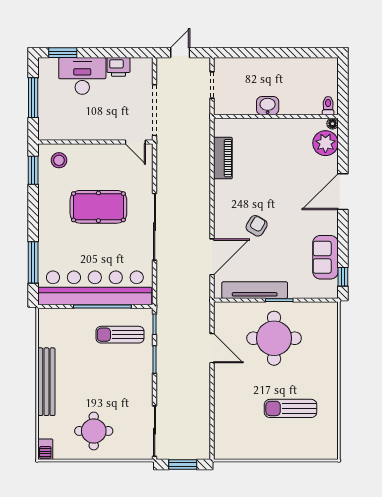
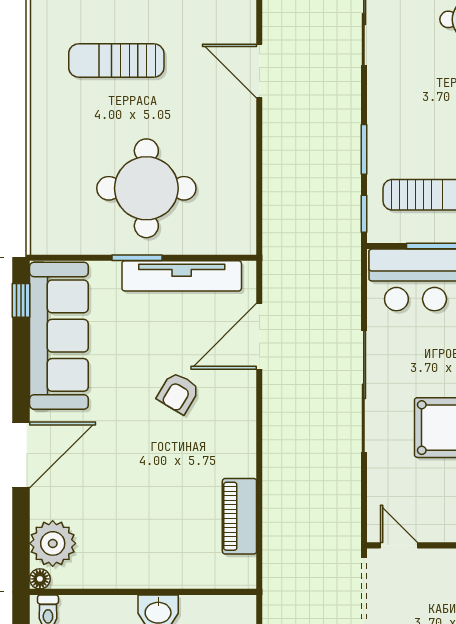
sofa: (325, 257) -> (59, 336), width x1.85, depth x1.27
door: (212, 348) -> (259, 71), moved
sun lounger: (291, 408) -> (116, 60), turned 180

